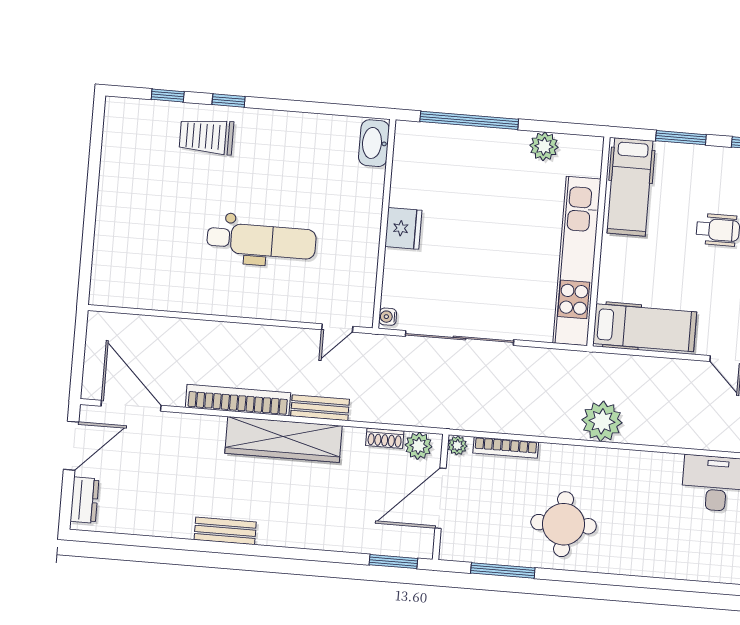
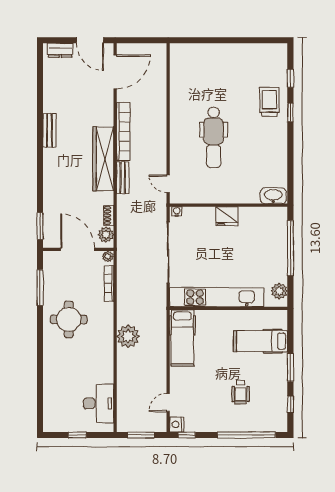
wall: (598, 241) -> (229, 308), moved
kitchen unit: (577, 261) -> (217, 297), moved
hospital bed: (645, 328) -> (182, 338), moved

